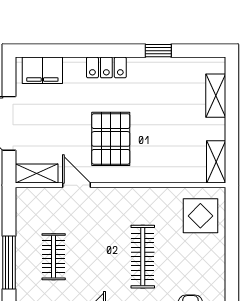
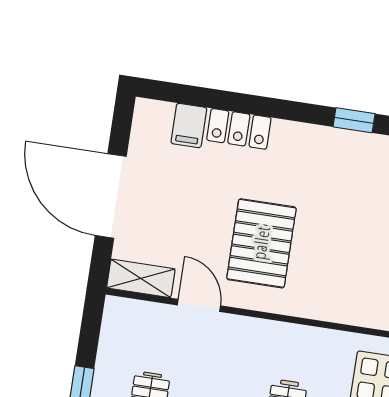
locker: (106, 67) -> (239, 129), moved
filing cabinet: (42, 70) -> (189, 125), width x0.50

